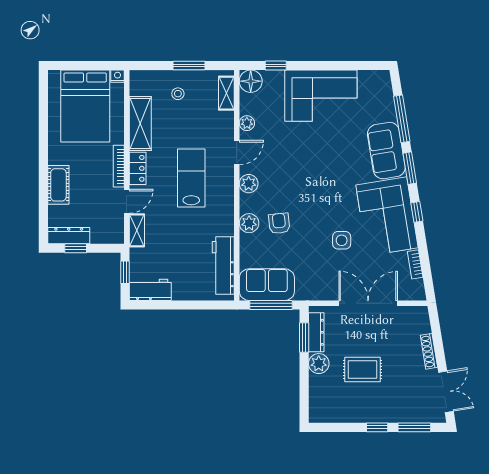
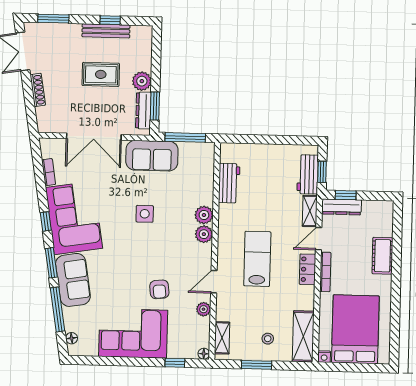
floor lamp: (251, 81) -> (204, 354), width x0.53, depth x0.53
floor lamp: (386, 89) -> (72, 338), added
shelving: (140, 123) -> (303, 336), moved
lab bench: (191, 178) -> (257, 259), turned 180
plant: (249, 184) -> (204, 234), moved
armchair: (279, 223) -> (159, 289), moved
dresser: (69, 236) -> (342, 207), moved
side table: (342, 240) -> (145, 214), moved
window: (76, 248) -> (346, 195), moved
workbench: (223, 266) -> (229, 183), width x0.73
sofa: (267, 285) -> (152, 156), moved
workbench: (150, 290) -> (308, 174), moved, turned 90
bench: (358, 416) -> (106, 31), added
window: (377, 427) -> (110, 20), moved

